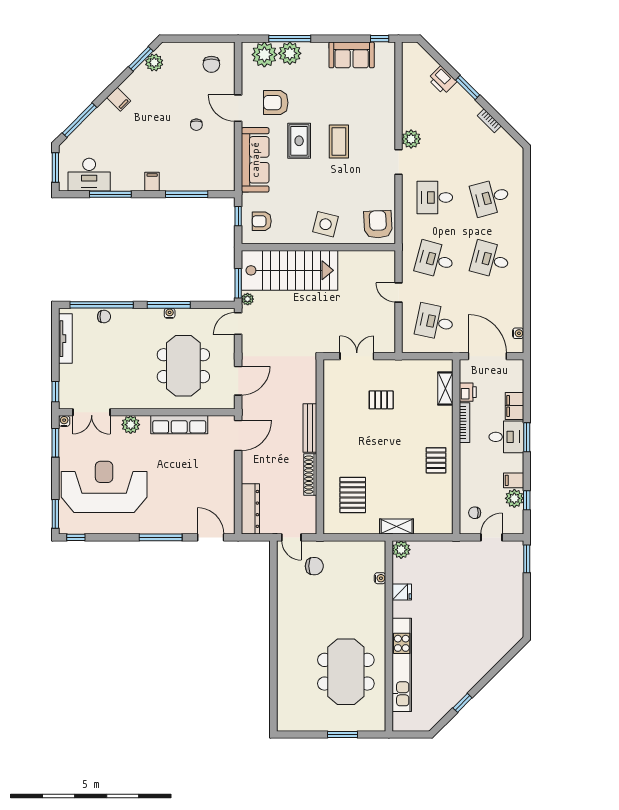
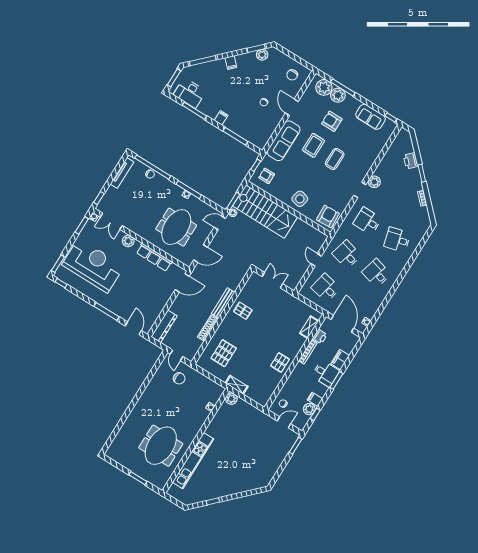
armchair: (276, 103) -> (332, 121), moved
pallet: (381, 400) -> (243, 311), moved
fridge: (402, 592) -> (217, 422), removed

